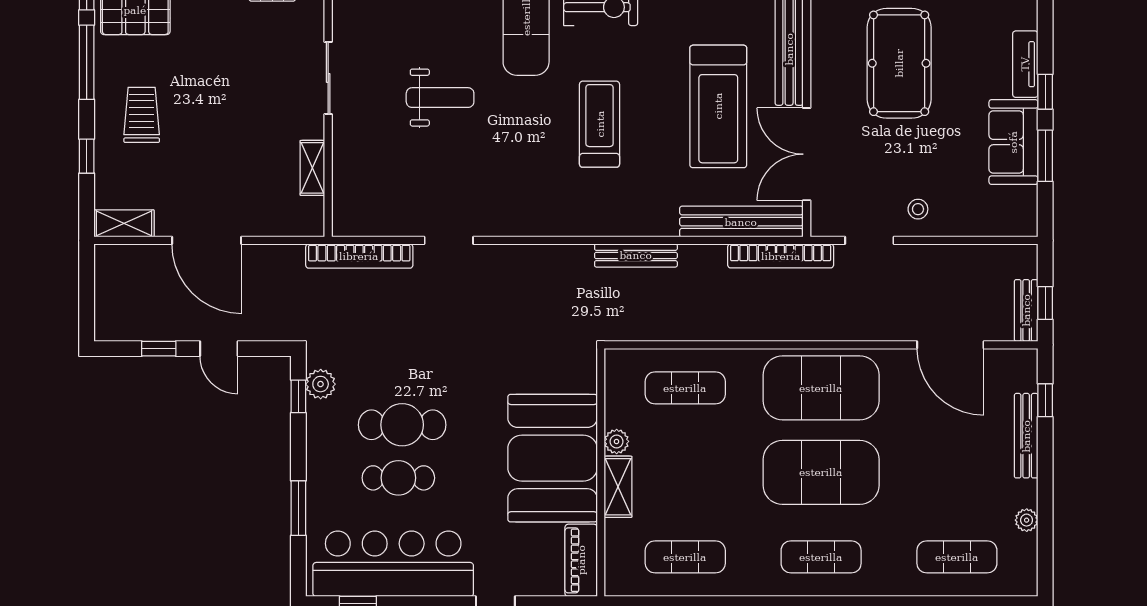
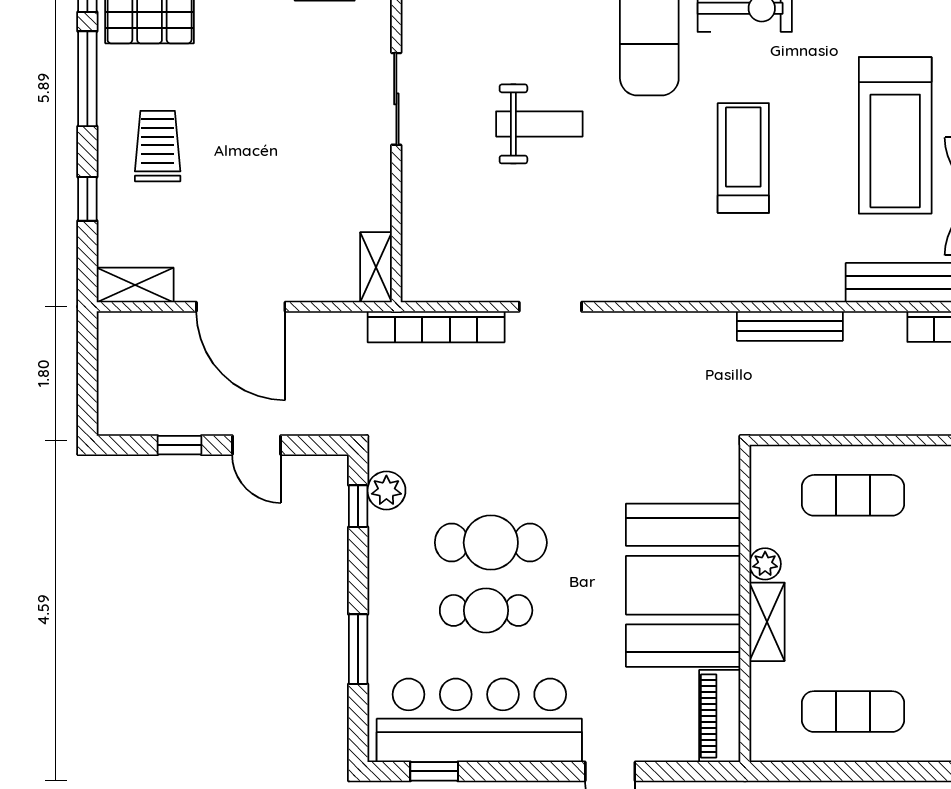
shelving: (312, 168) -> (376, 267), moved

